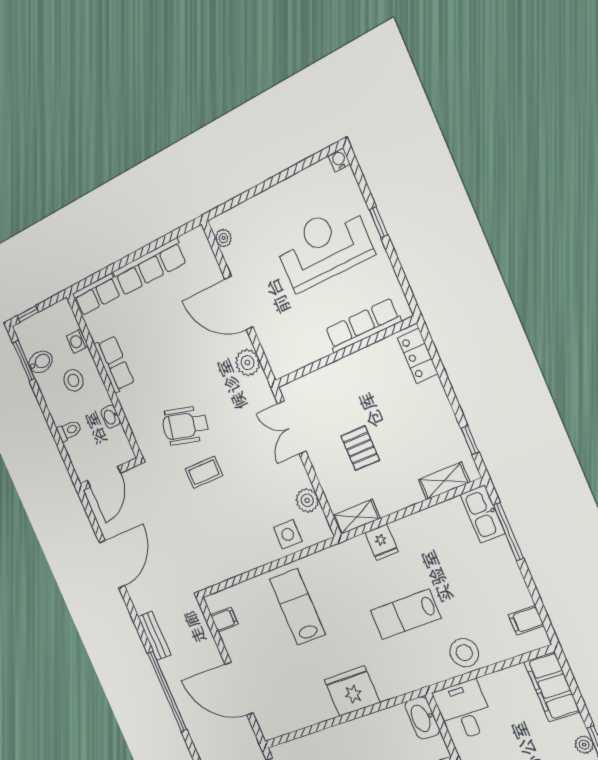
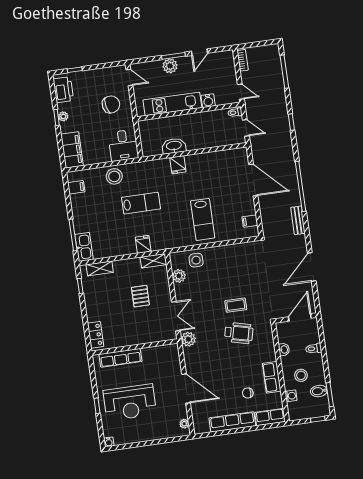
chair: (142, 326) -> (248, 393), added
plant: (248, 363) -> (188, 339), moved
fridge: (352, 691) -> (178, 165), width x0.53, depth x0.75
washbasin: (422, 718) -> (174, 146), moved, turned -90

